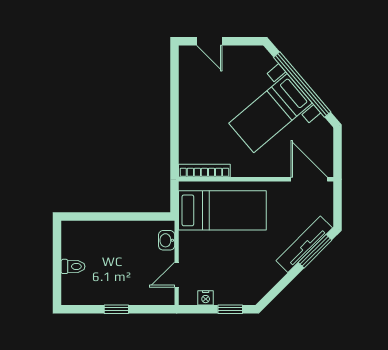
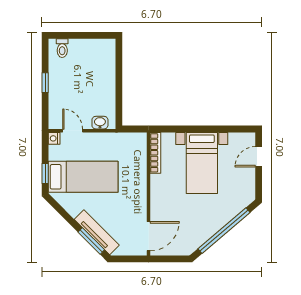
bed with nightstands: (271, 113) -> (202, 163), moved, turned -140
bed: (222, 210) -> (83, 177), moved, turned -90
toilet: (73, 266) -> (62, 48), moved
nightstand: (206, 298) -> (54, 138), moved

